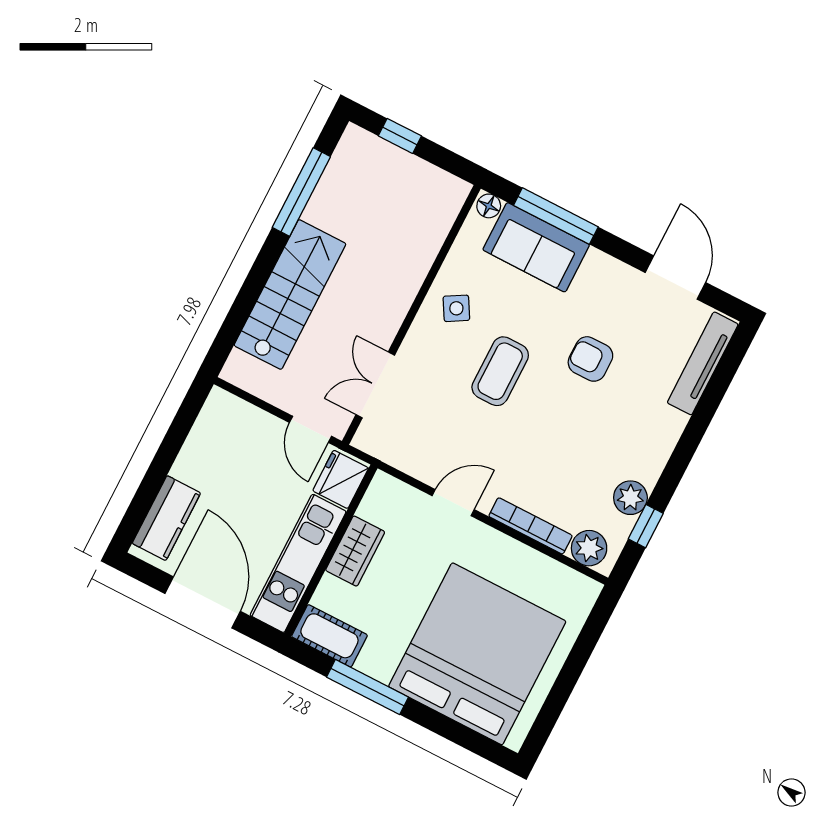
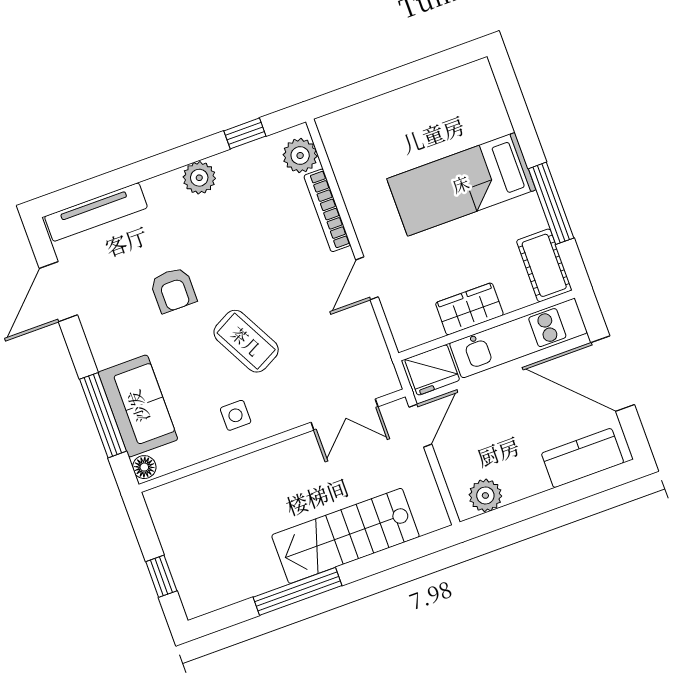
window: (301, 192) -> (297, 591), moved
side table: (456, 308) -> (236, 415), turned 30
coffee table: (500, 371) -> (246, 341), turned 62
plant: (213, 422) -> (485, 495), added
plant: (630, 498) -> (199, 178), moved
door: (453, 503) -> (367, 278), hinge flipped
door: (203, 602) -> (613, 374), hinge flipped
bed: (477, 654) -> (461, 184), width x0.49

